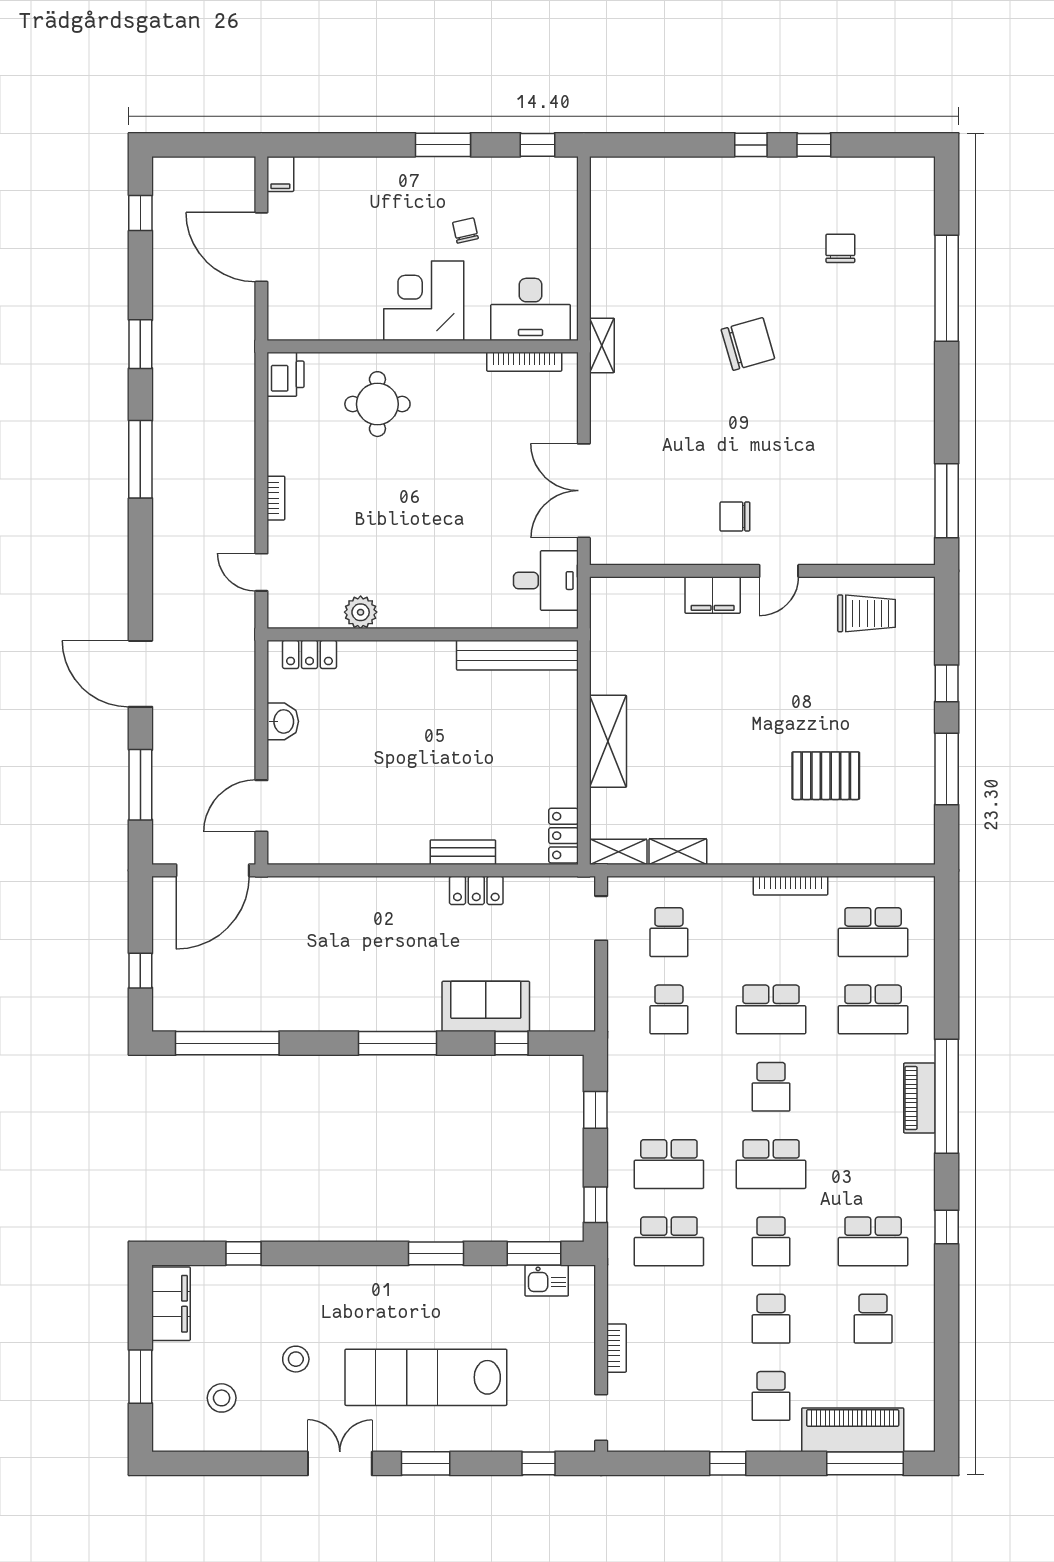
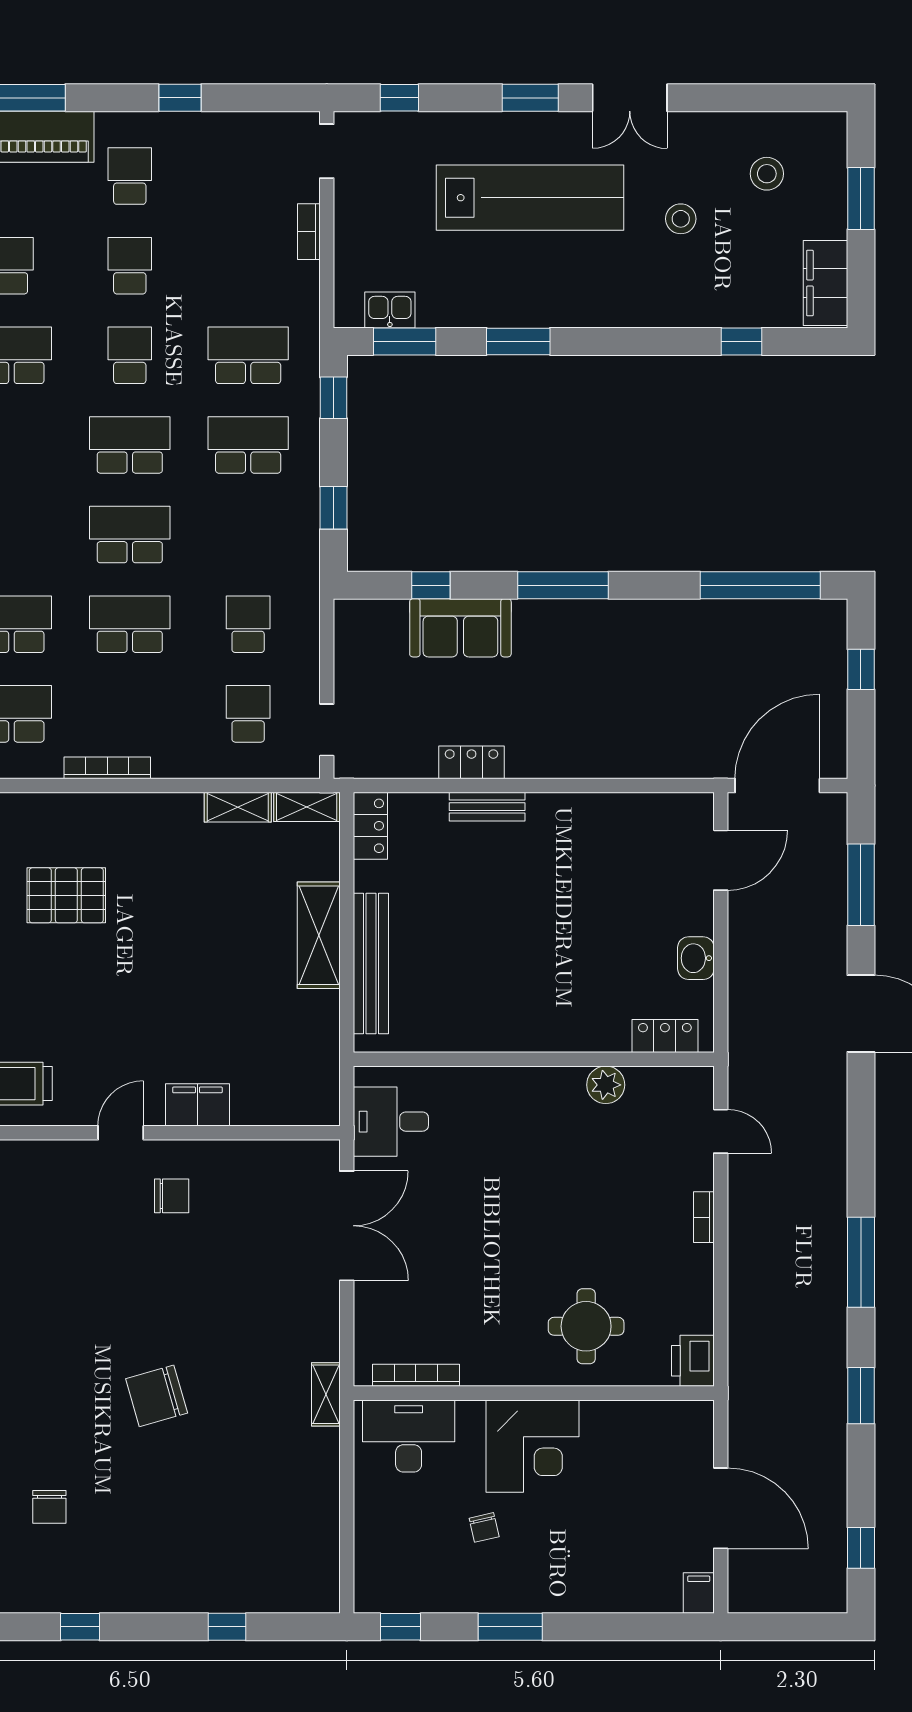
window: (751, 145) -> (227, 1627), moved
bench: (517, 655) -> (371, 964), moved, turned 90
school desk: (771, 1087) -> (130, 535), width x1.85

